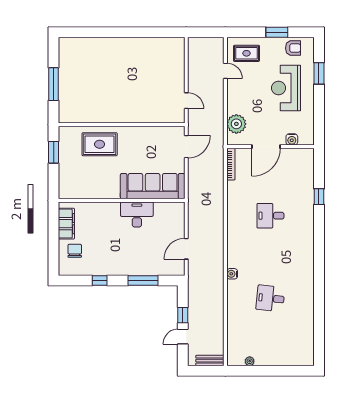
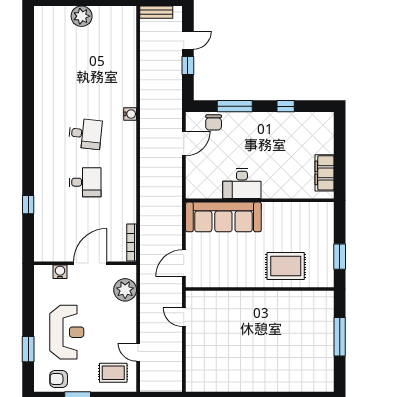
chair: (75, 251) -> (214, 122), moved
desk: (270, 298) -> (85, 134), moved
plant: (250, 361) -> (82, 16), moved, width x1.87, depth x1.87

